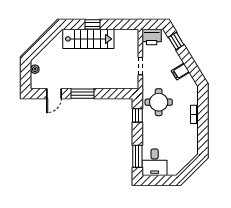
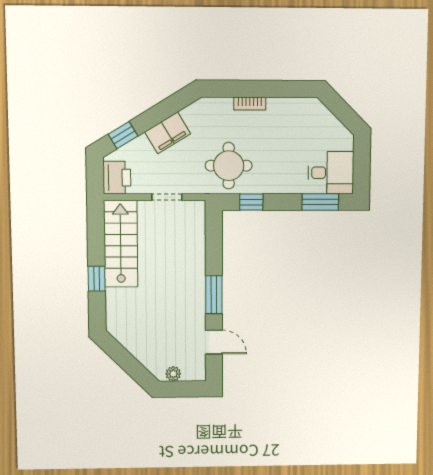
stairs: (88, 39) -> (121, 244), moved
filing cabinet: (180, 71) -> (168, 133), width x2.00

